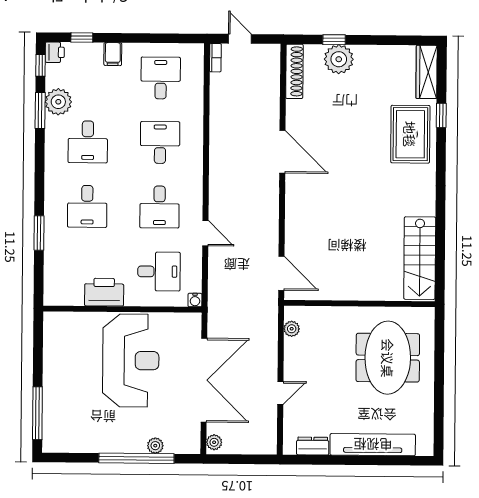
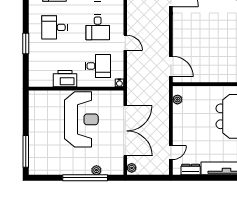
desk: (87, 206) -> (54, 27), turned 90
door: (280, 393) -> (171, 153), moved

